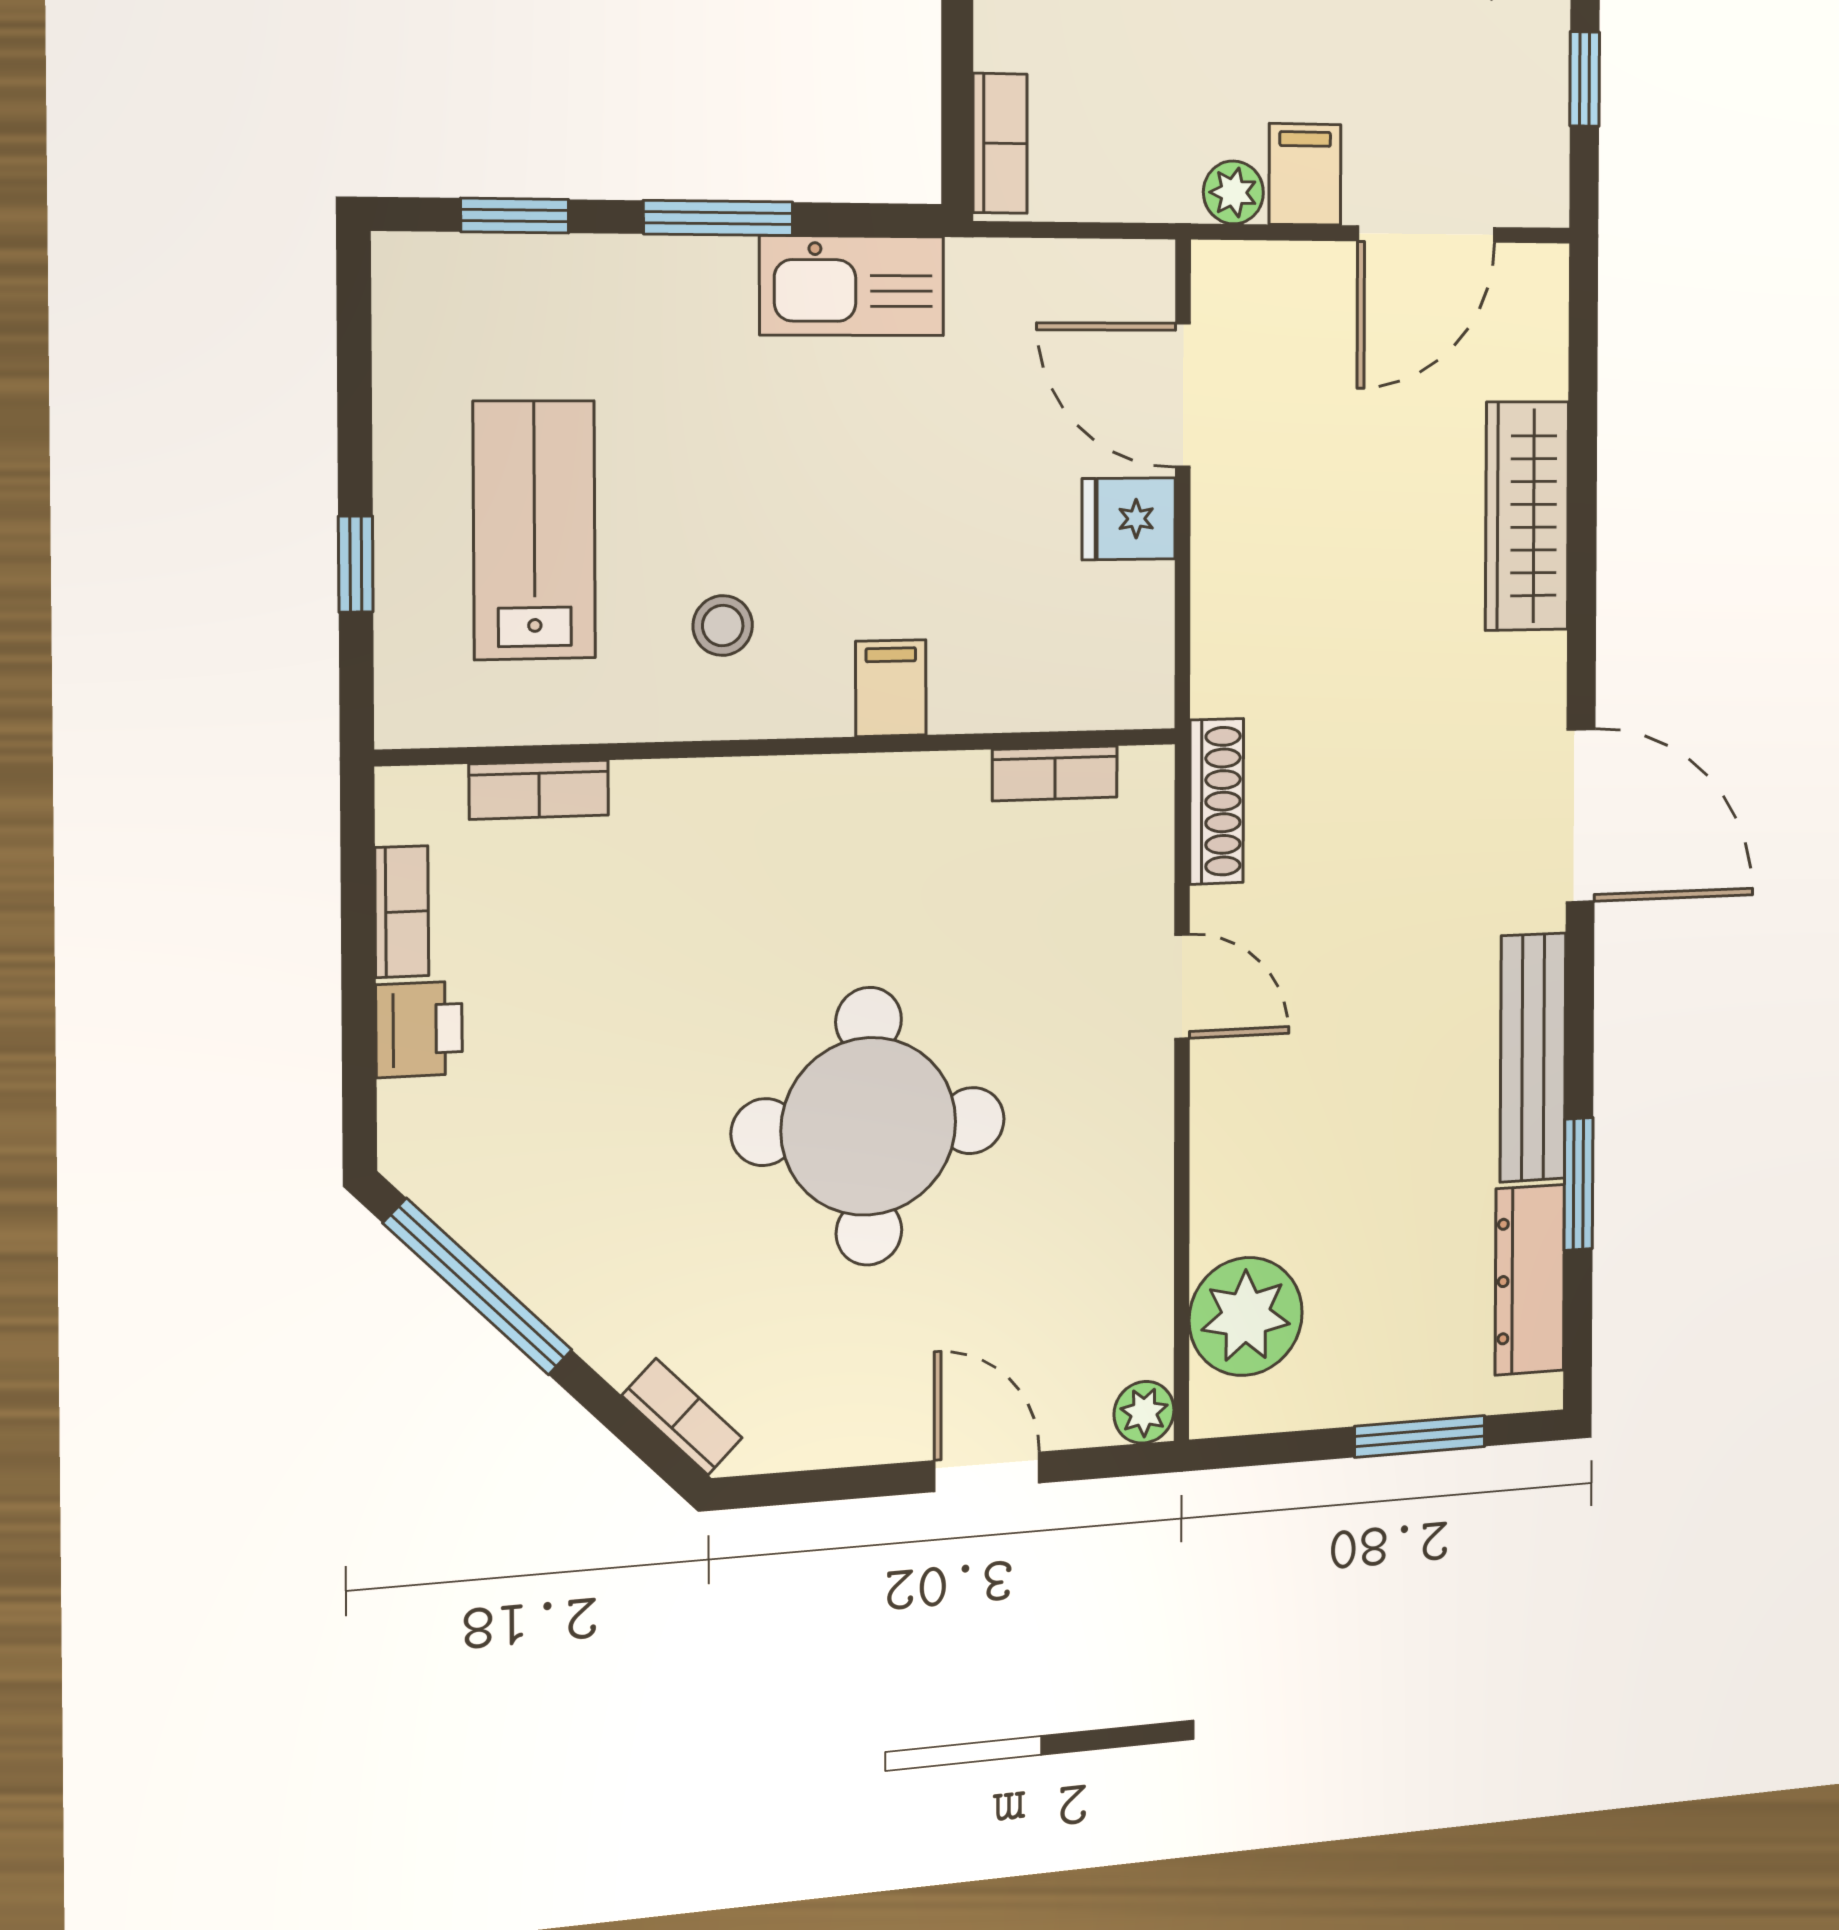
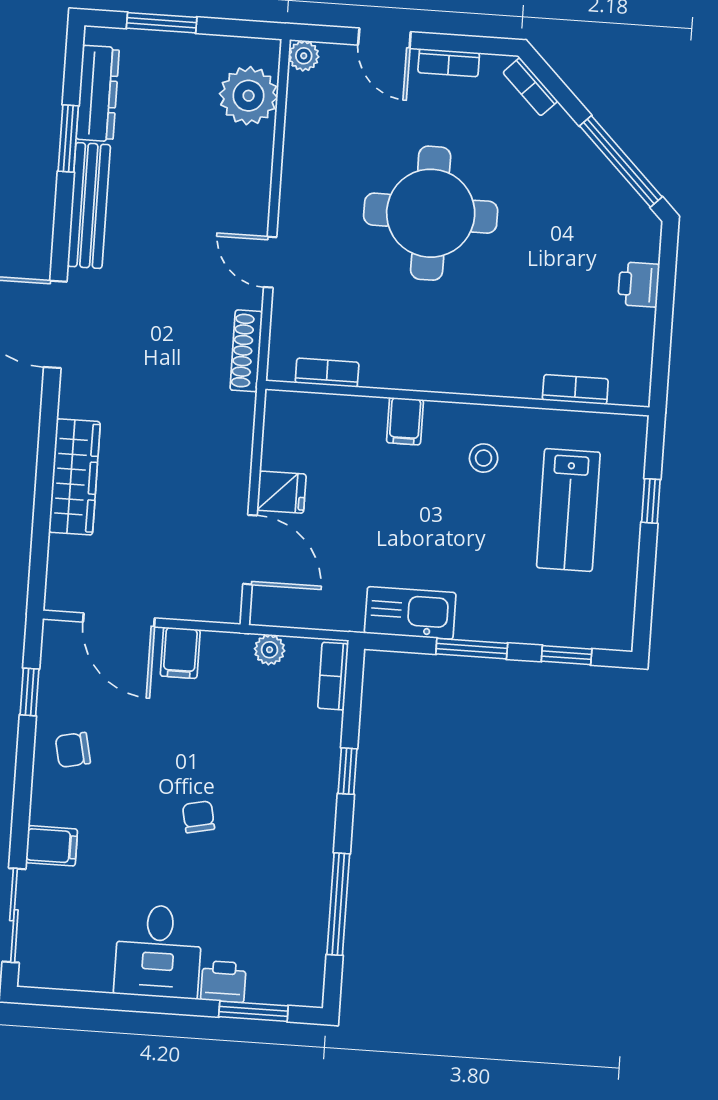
plant: (1233, 192) -> (270, 650), moved
door: (1426, 234) -> (119, 620), swing flipped
bookcase: (402, 912) -> (449, 63), moved, turned -90

